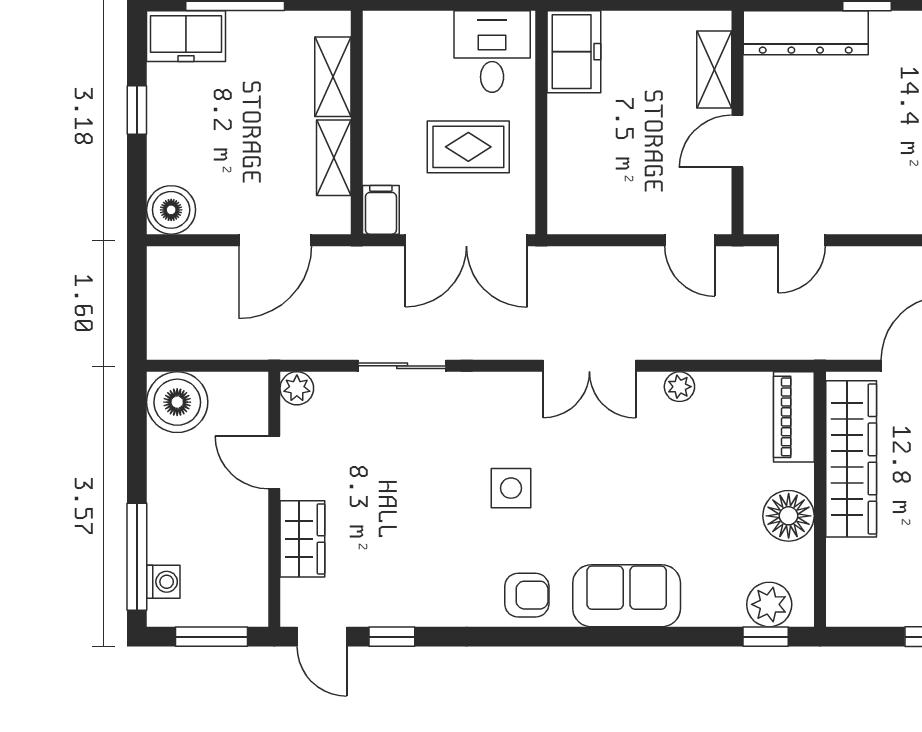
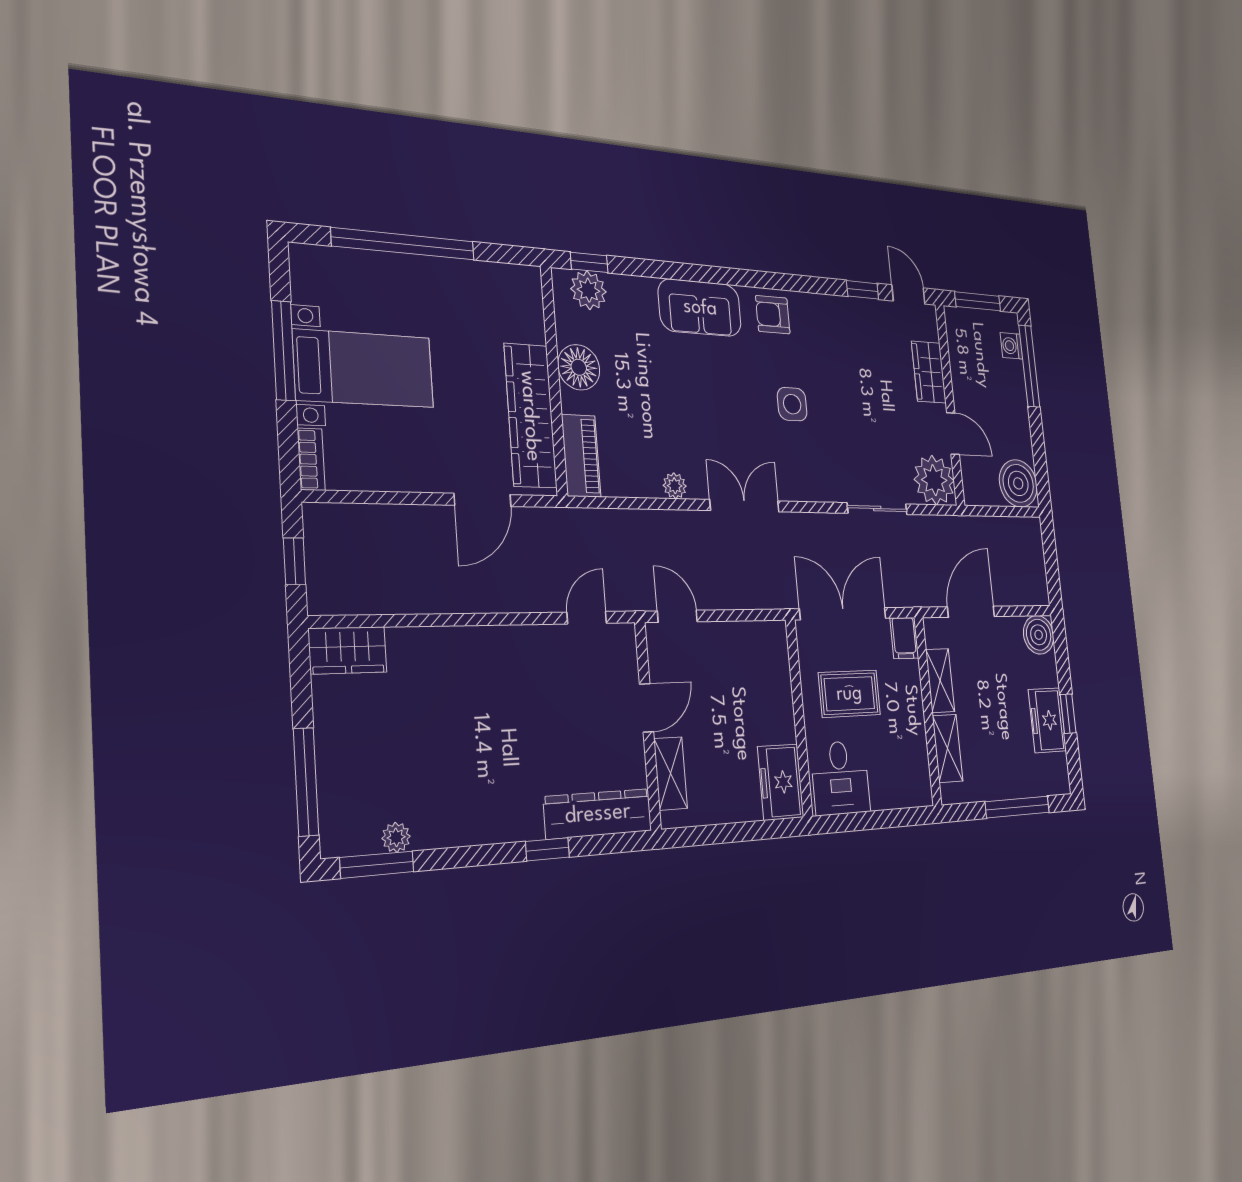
freezer: (186, 36) -> (1047, 720), moved, turned -90
plant: (297, 388) -> (934, 480), width x1.87, depth x1.87

